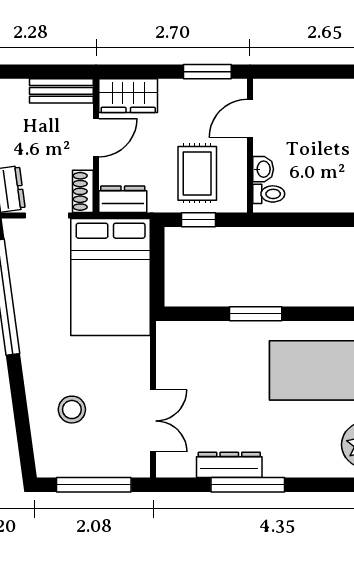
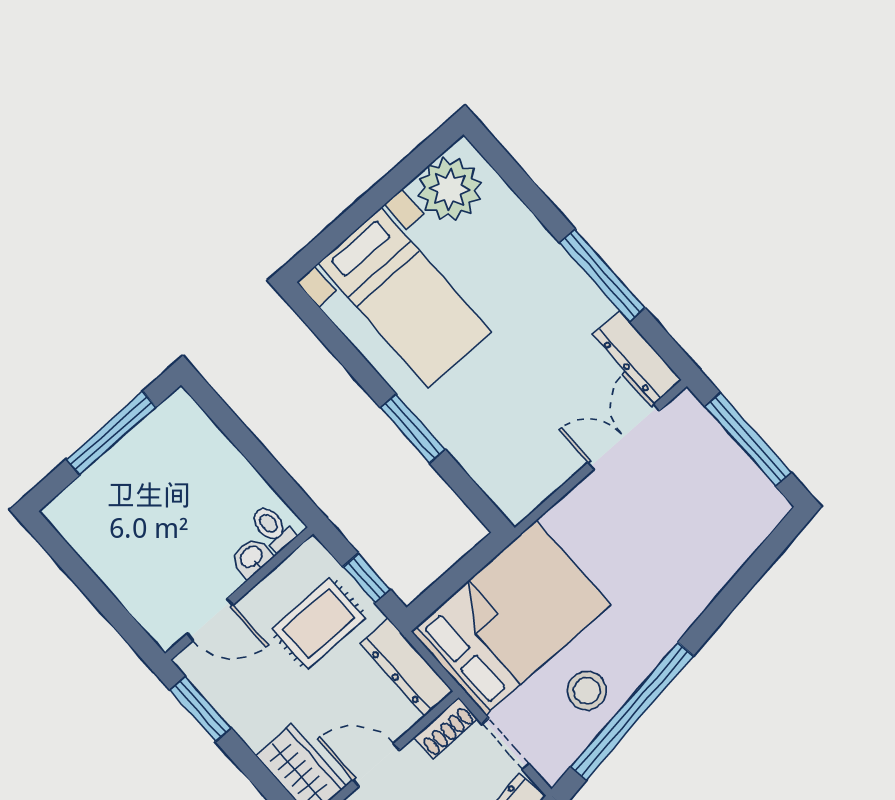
dresser: (123, 199) -> (407, 667), width x1.44
stool: (72, 410) -> (587, 691), moved
dresser: (229, 465) -> (637, 357), moved

